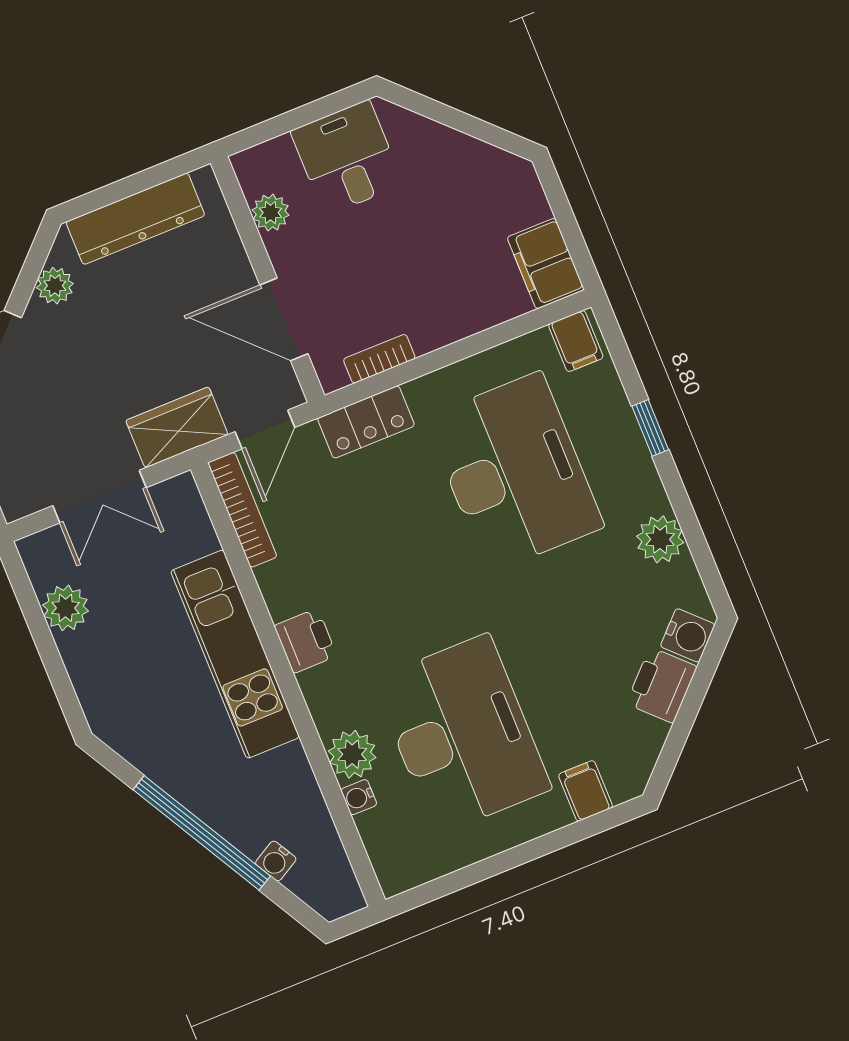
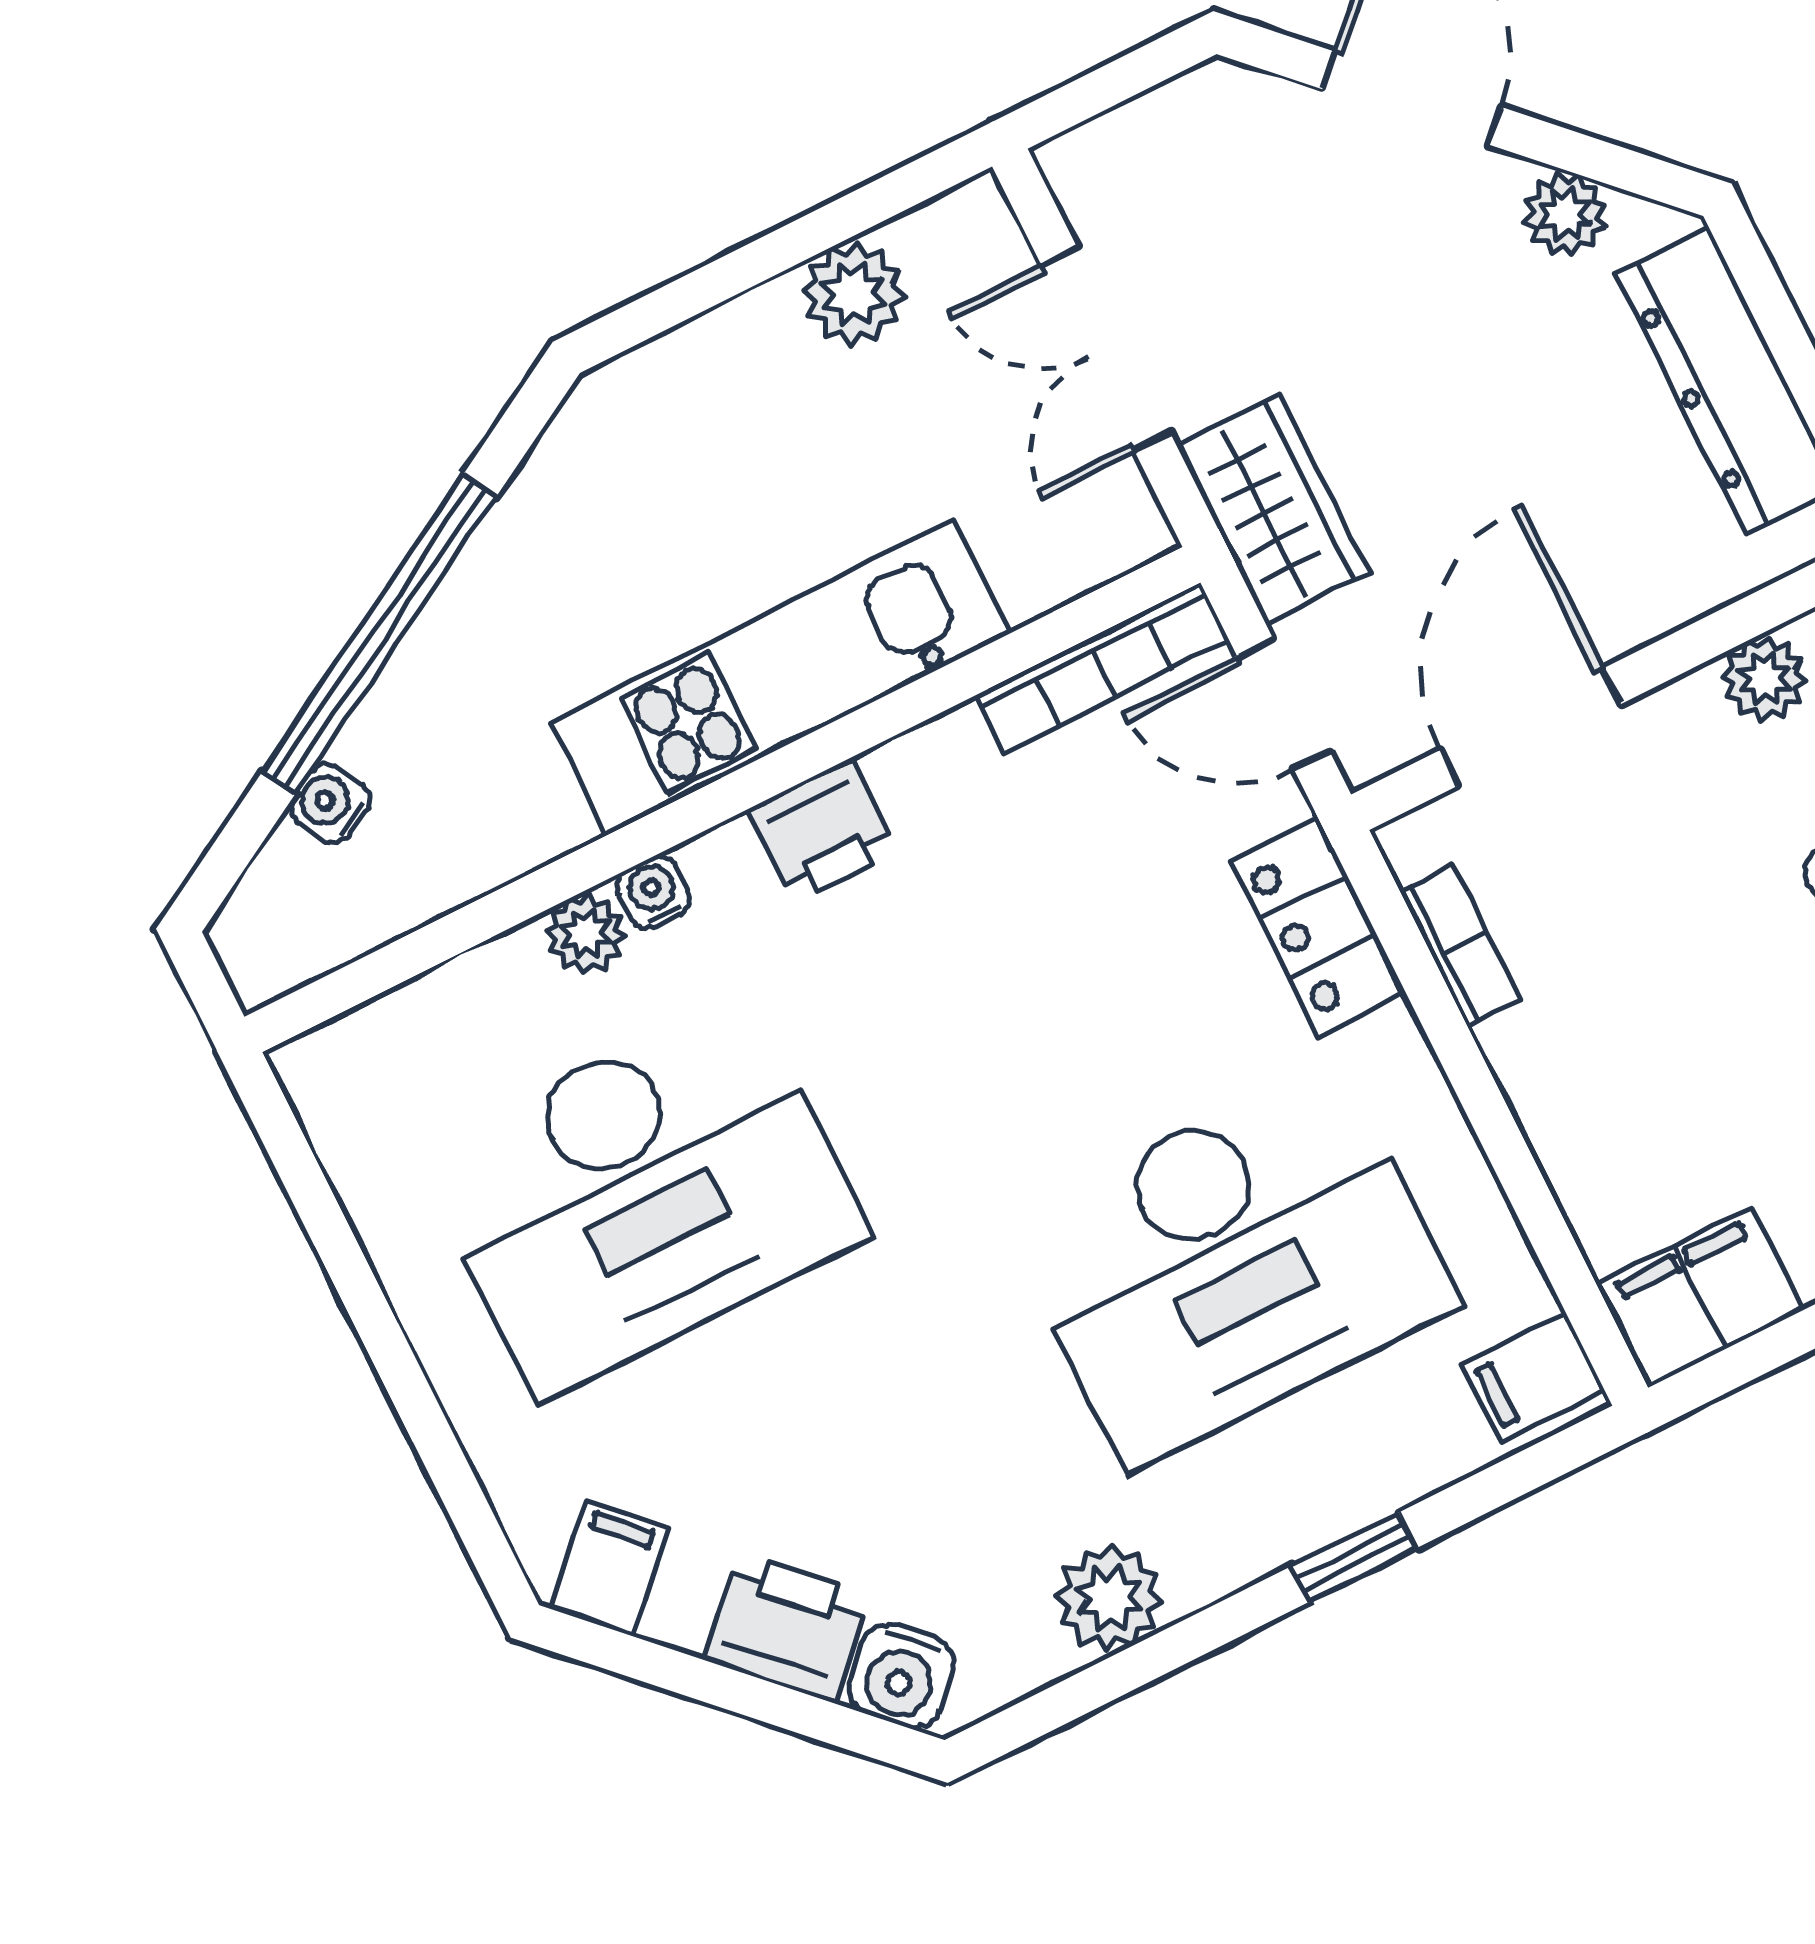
plant: (352, 754) -> (586, 934), width x0.73, depth x0.73
filing cabinet: (585, 791) -> (609, 1568), moved, turned -45
water cooler: (359, 797) -> (653, 892), moved

